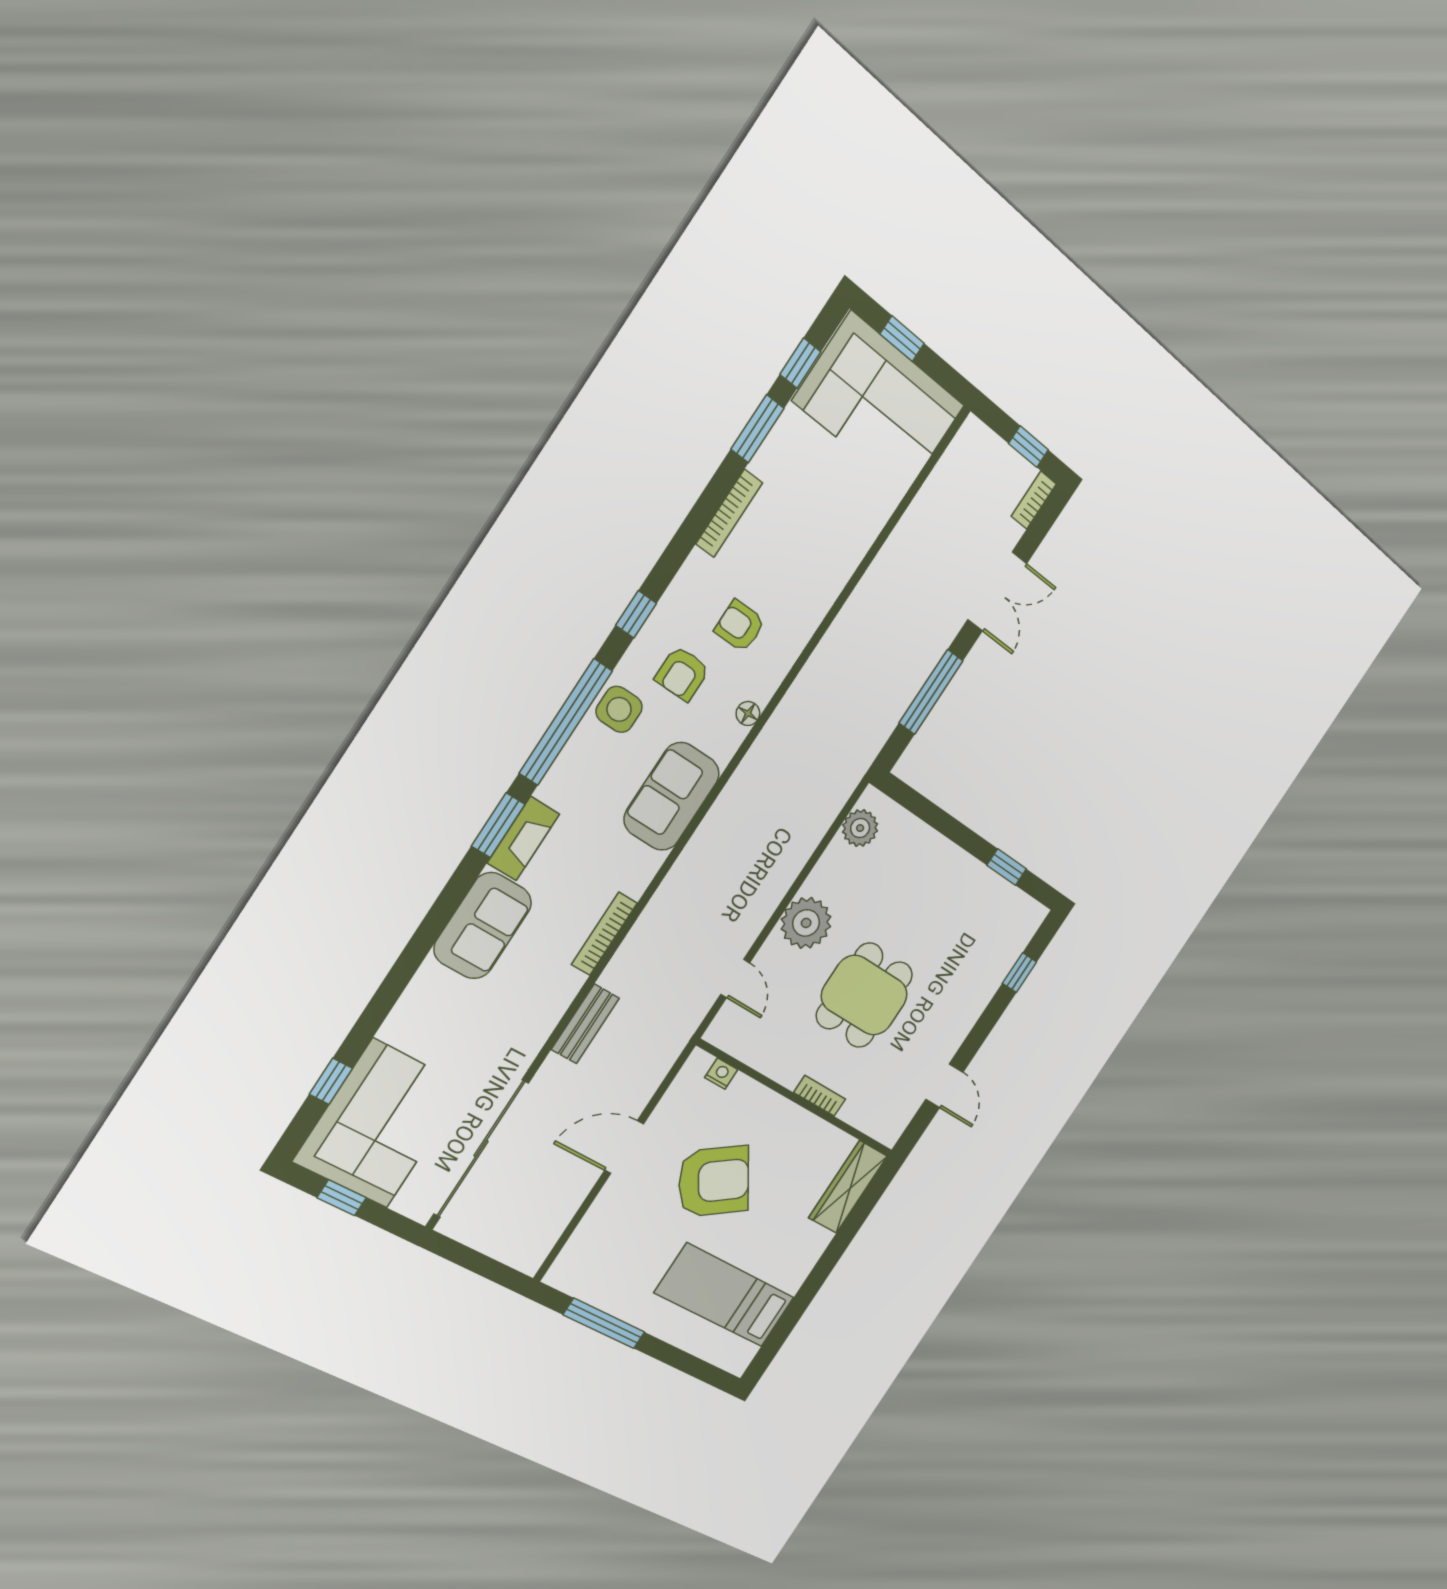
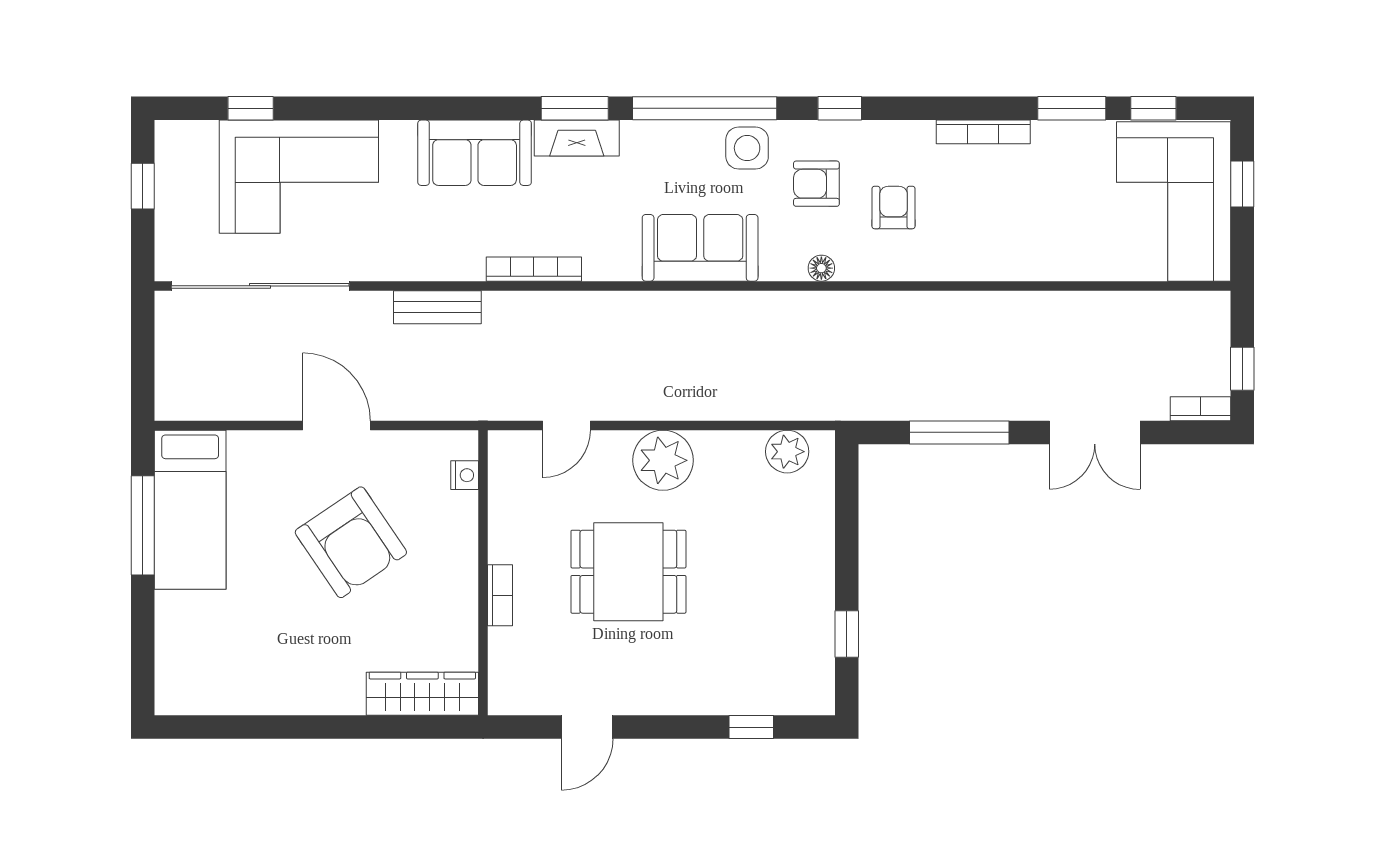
corner sofa: (380, 1124) -> (299, 177), moved
bed: (725, 1295) -> (190, 510), moved, turned 180

